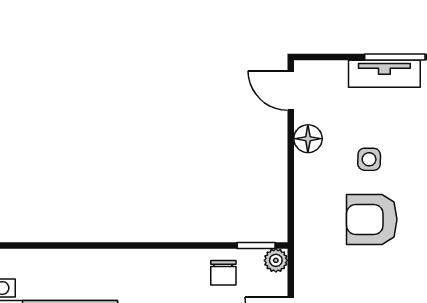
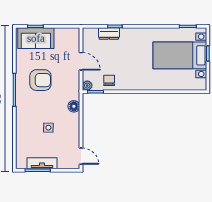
floor lamp: (308, 139) -> (74, 106), moved
armchair: (372, 219) -> (40, 80), moved

